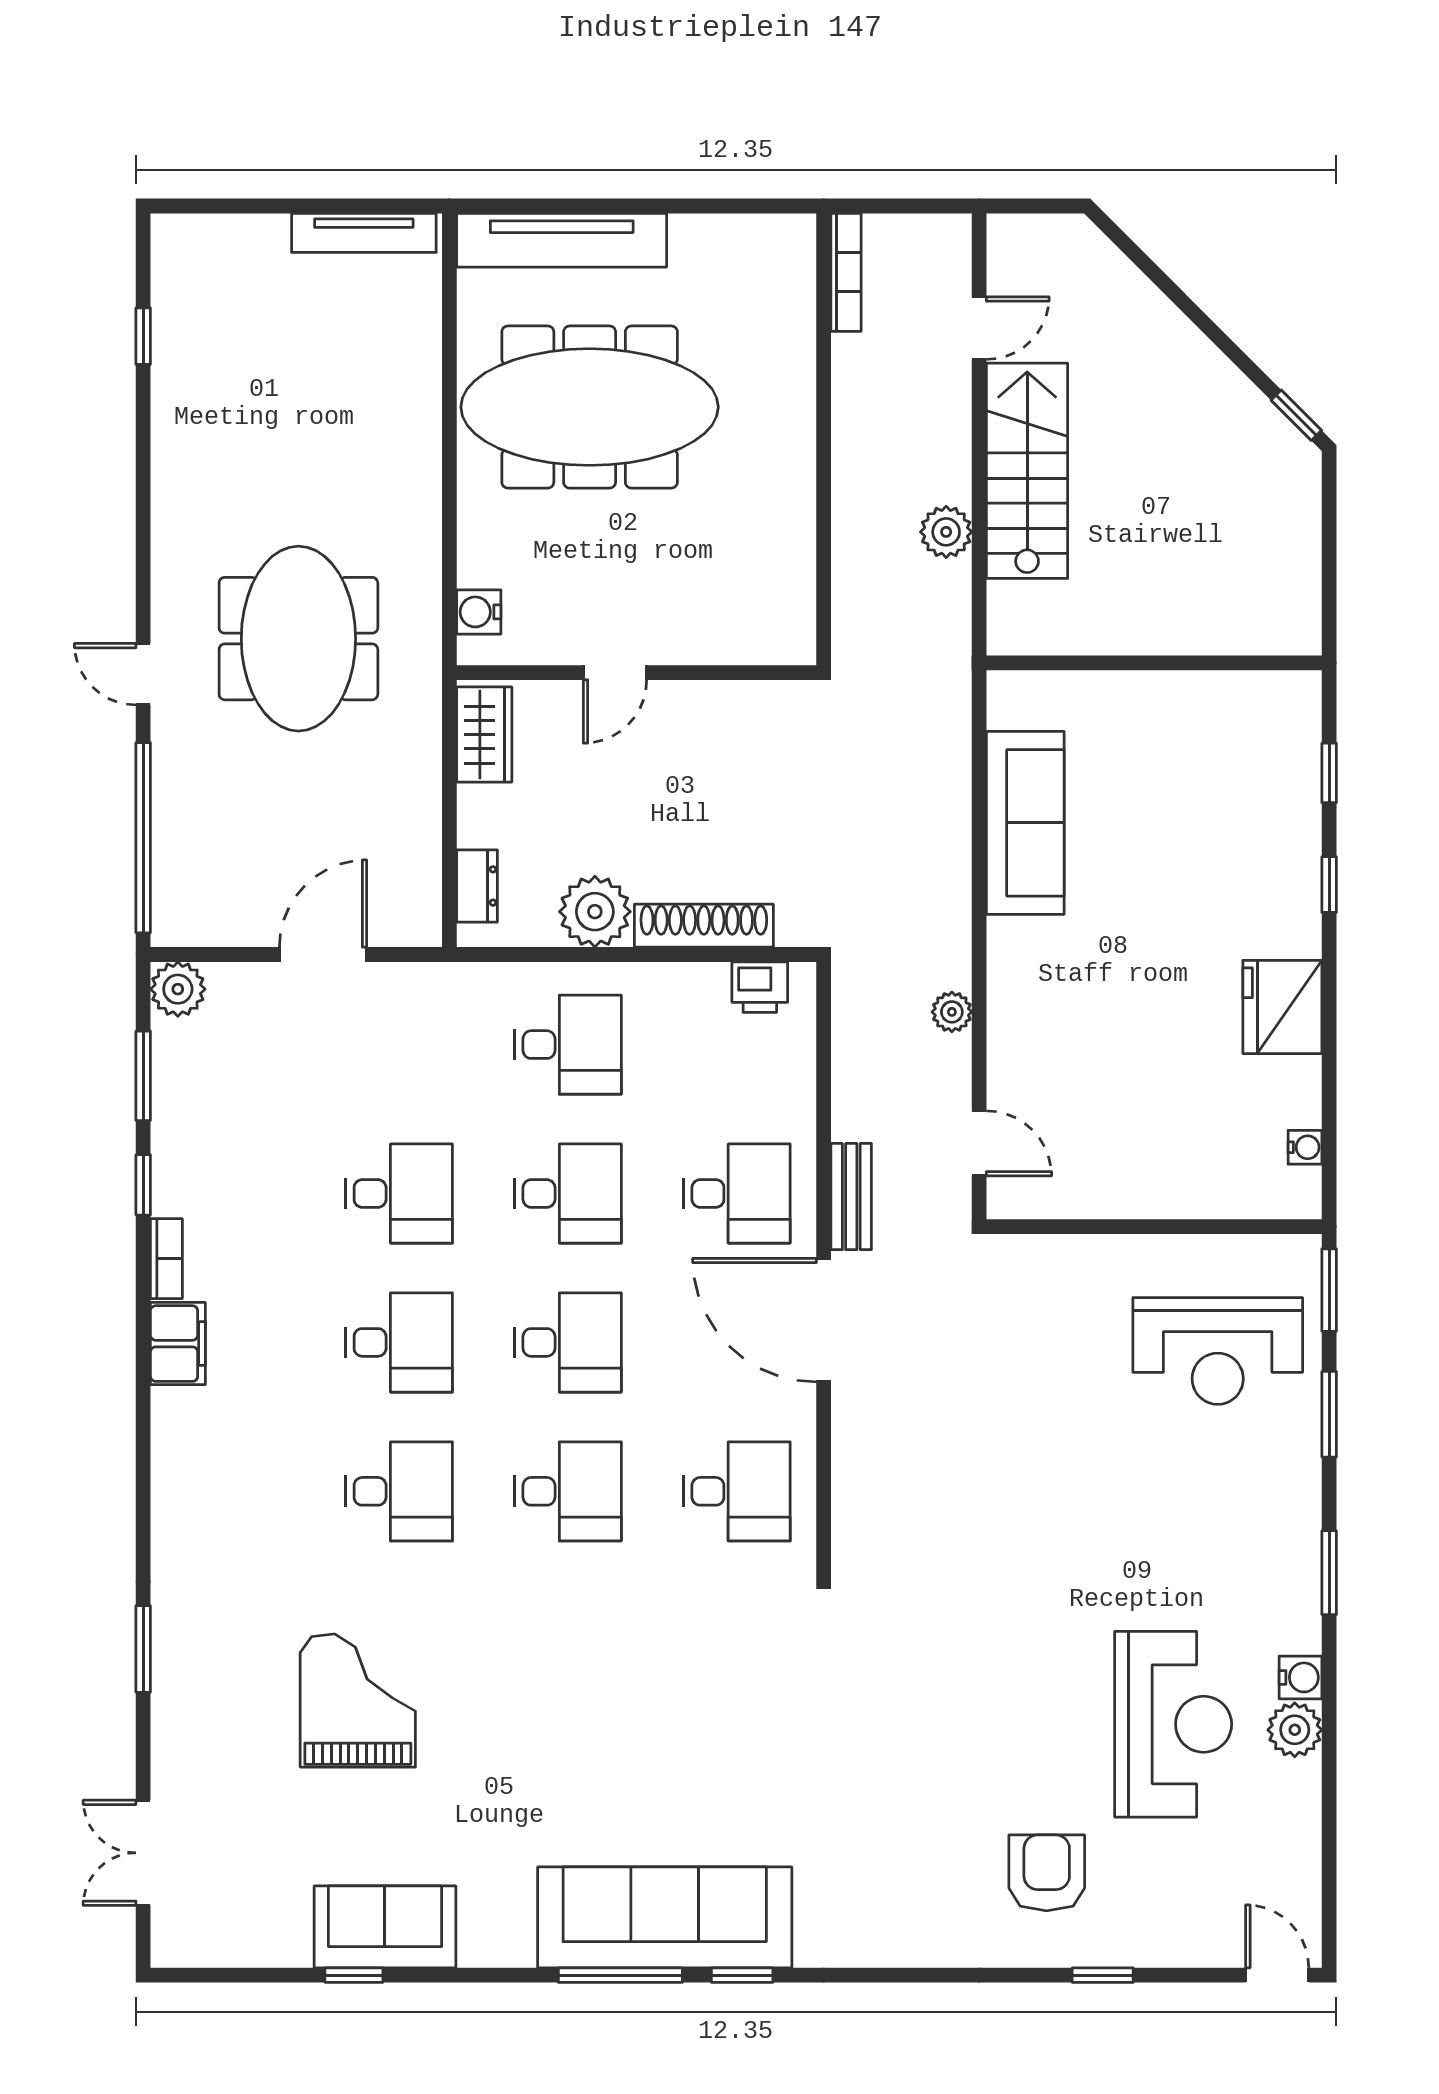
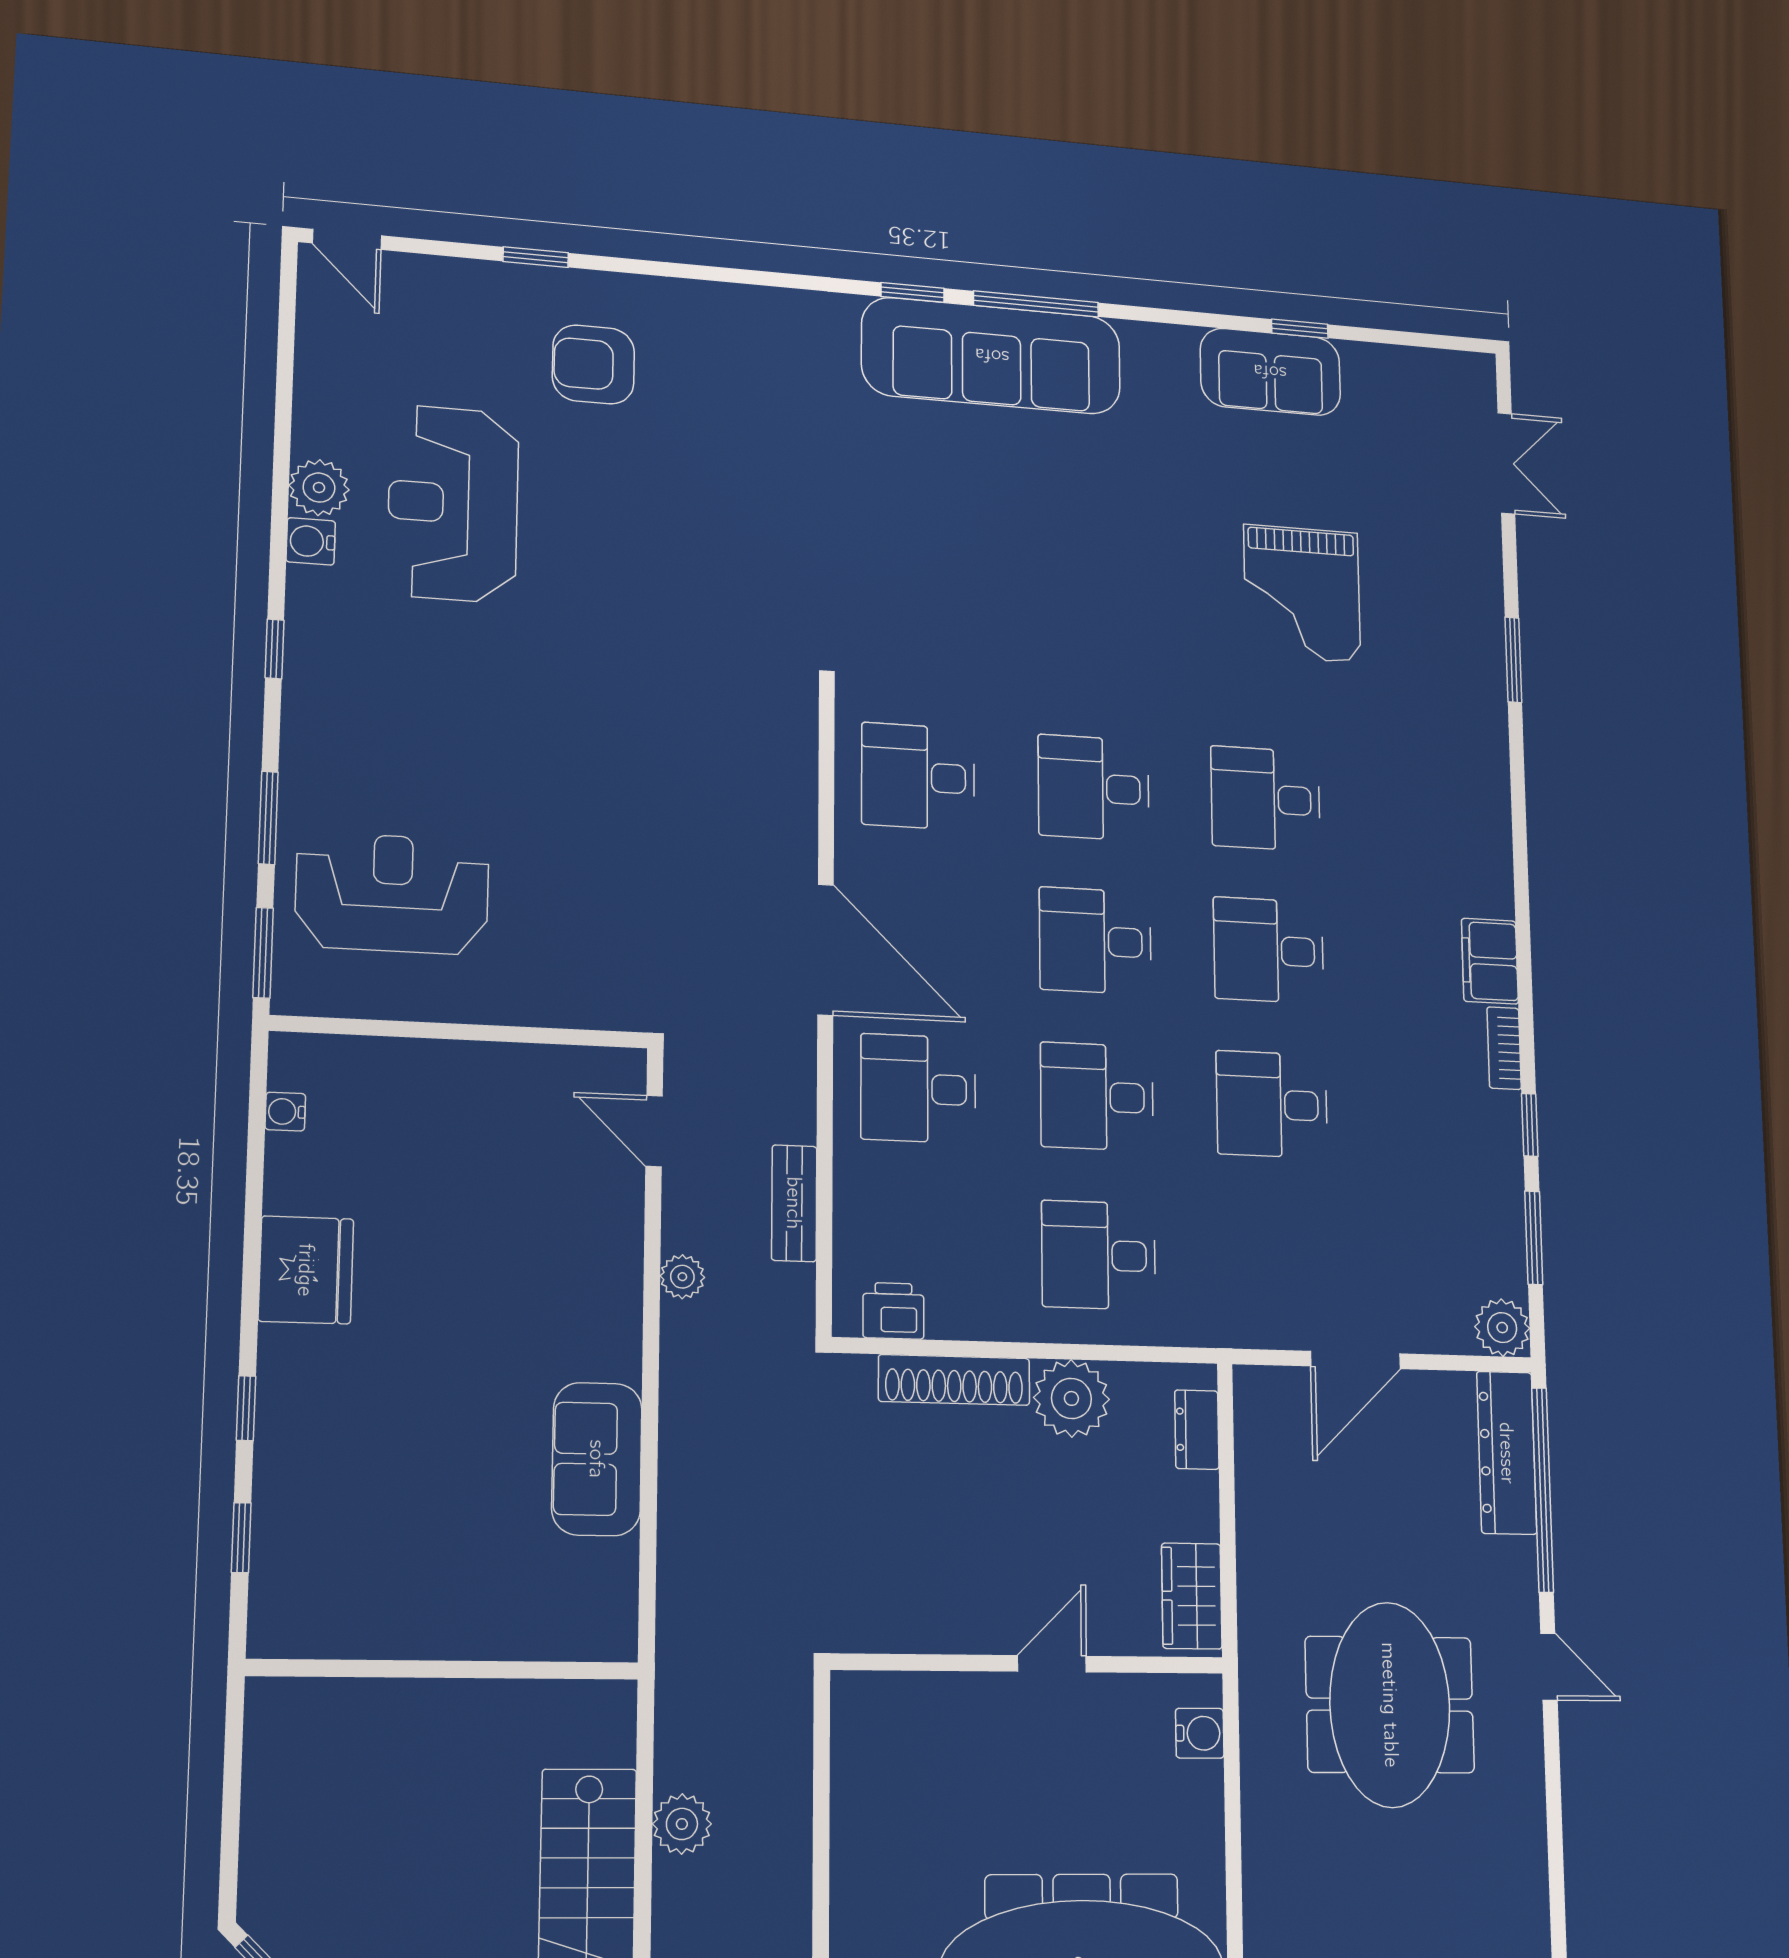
sofa: (1025, 823) -> (597, 1459), width x0.73
dresser: (177, 871) -> (1507, 1453), added
bench: (851, 1197) -> (794, 1203), moved
window: (1329, 1573) -> (274, 649), width x0.67
armchair: (1047, 1873) -> (593, 364), turned 90

